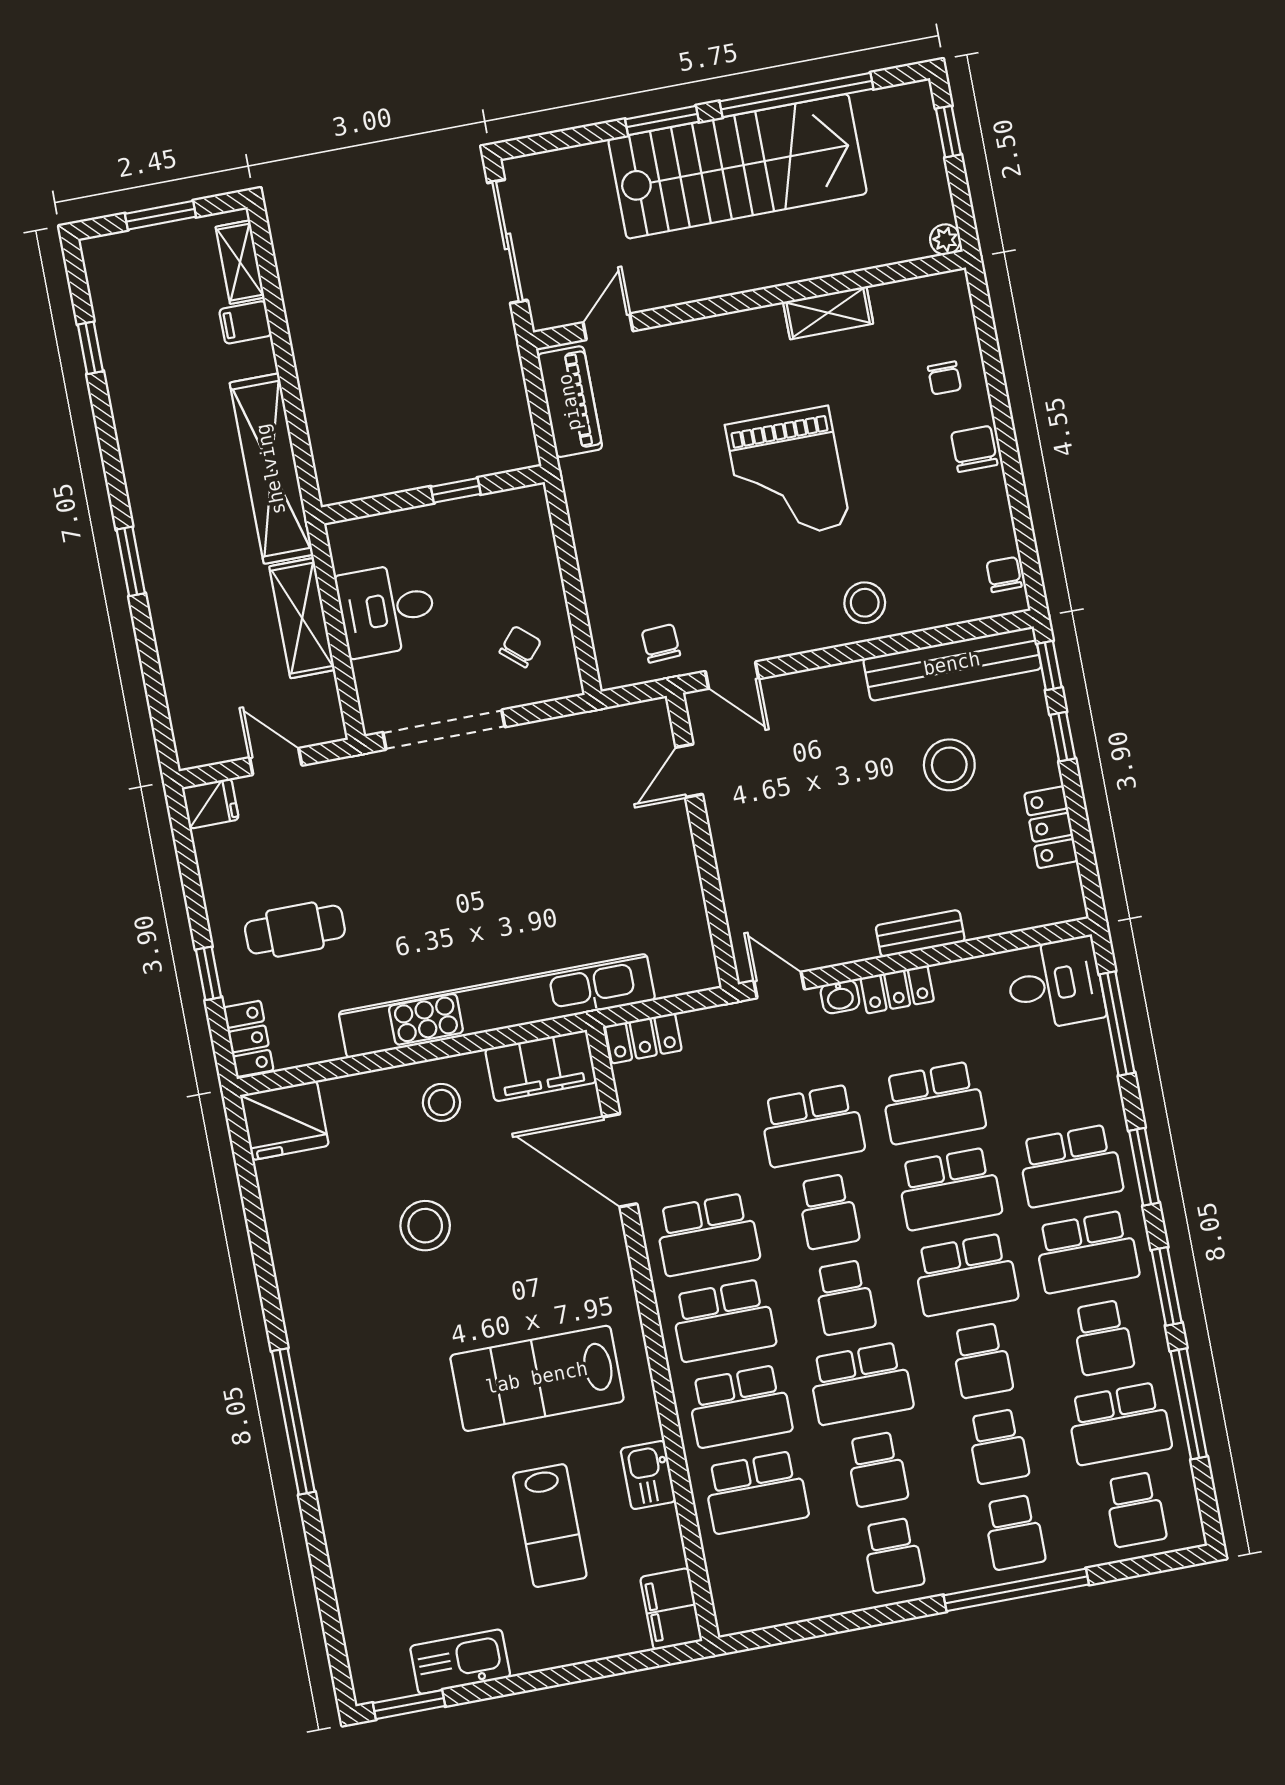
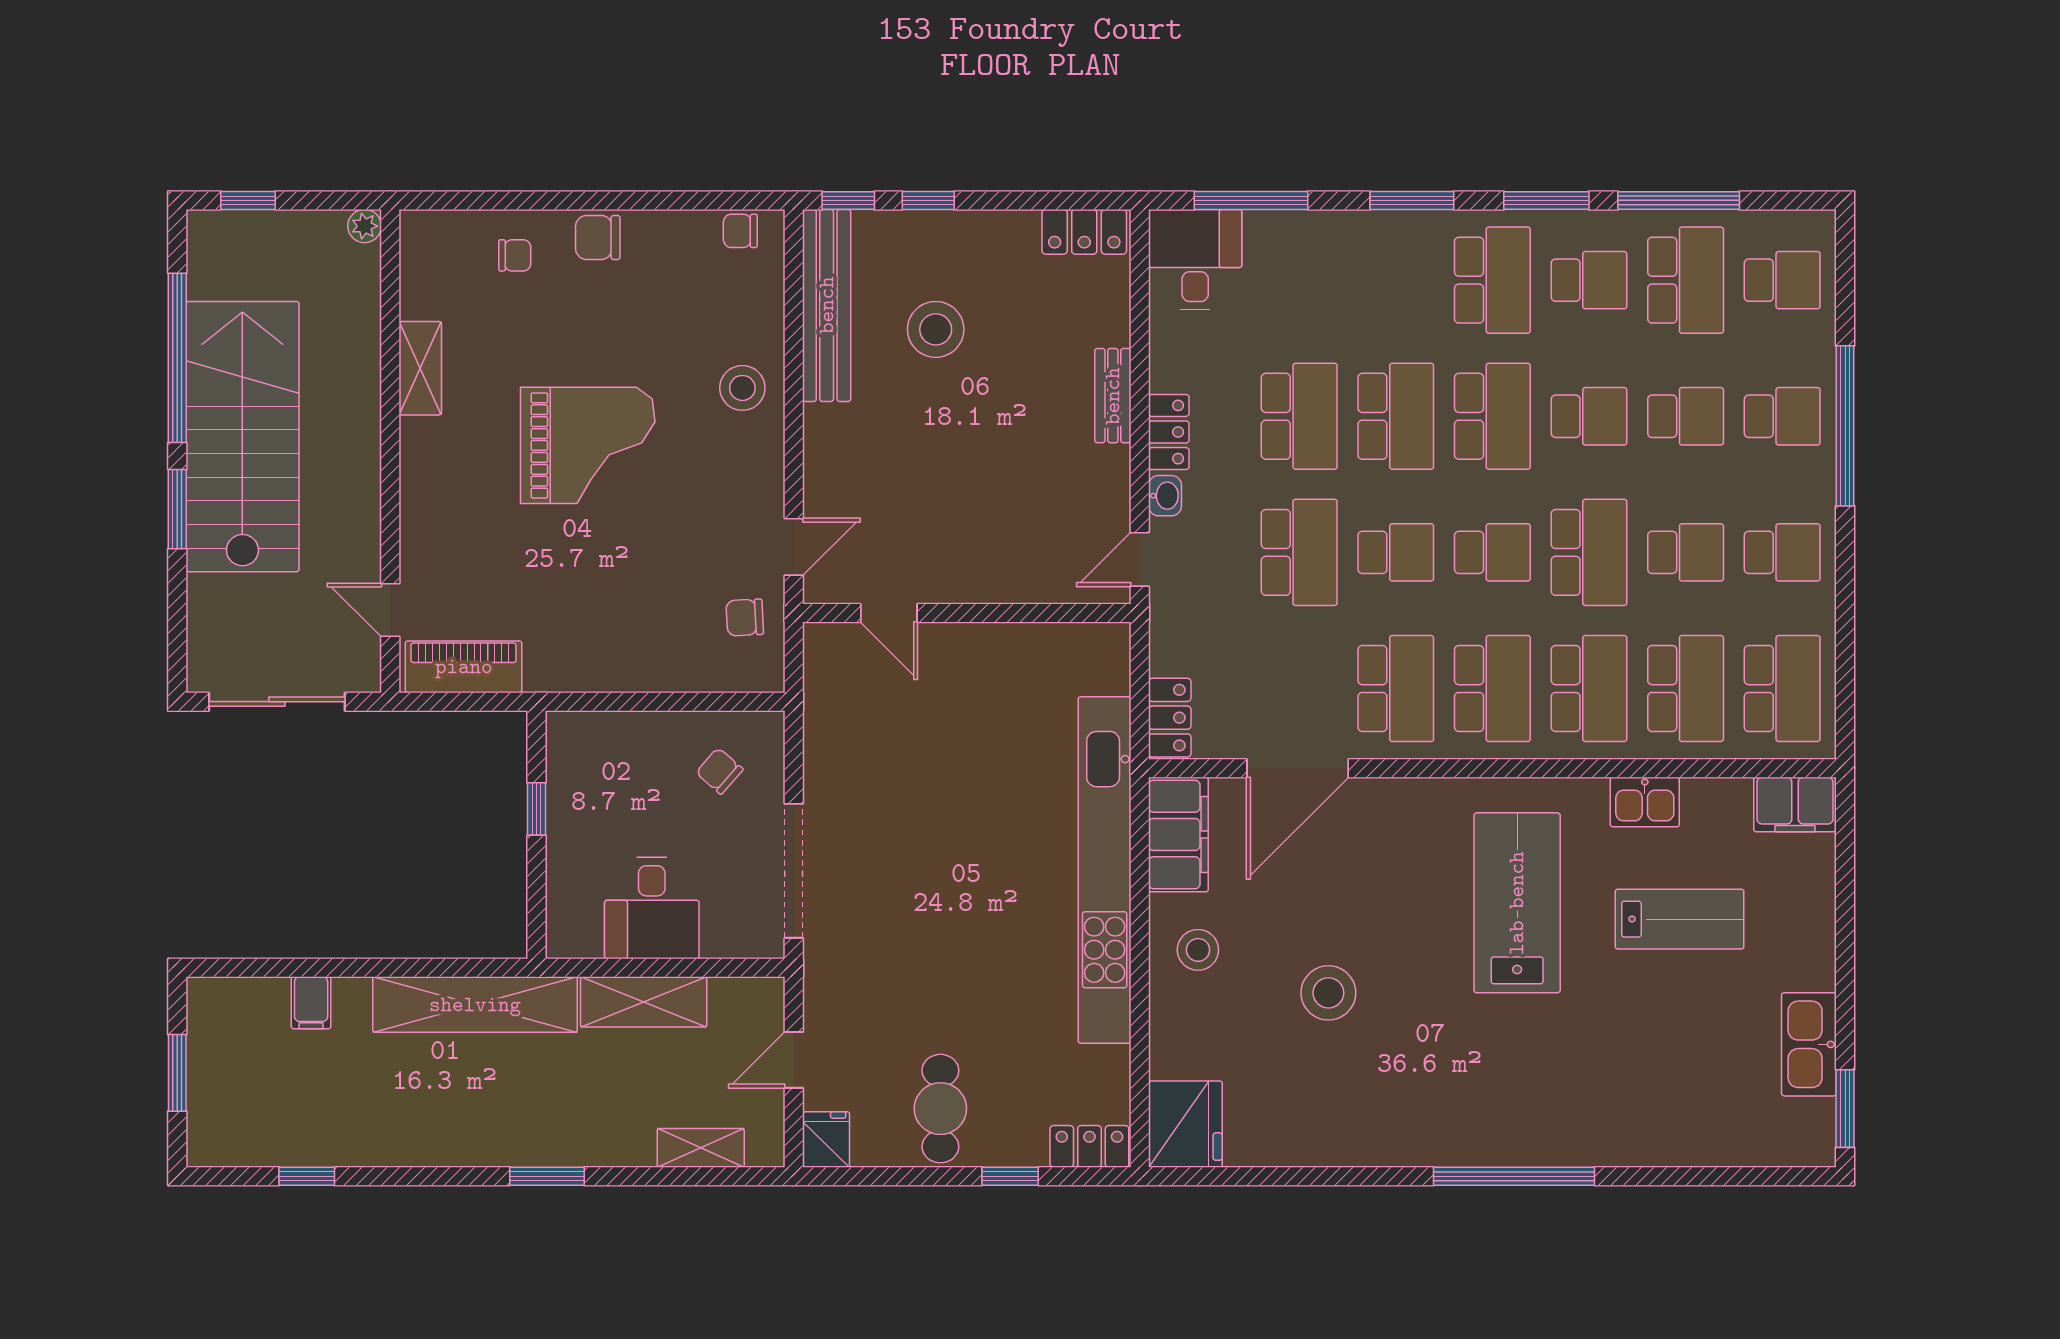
shelving: (240, 262) -> (701, 1148), moved
locker: (1051, 827) -> (1084, 232), moved
cafe table: (295, 930) -> (940, 1109), moved
school desk: (1070, 1166) -> (1782, 689), moved
lab bench: (537, 1378) -> (1517, 903), turned 180

